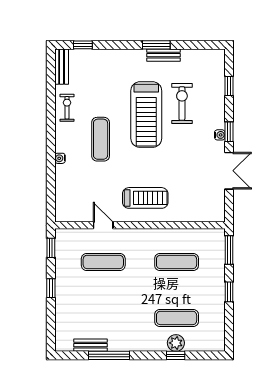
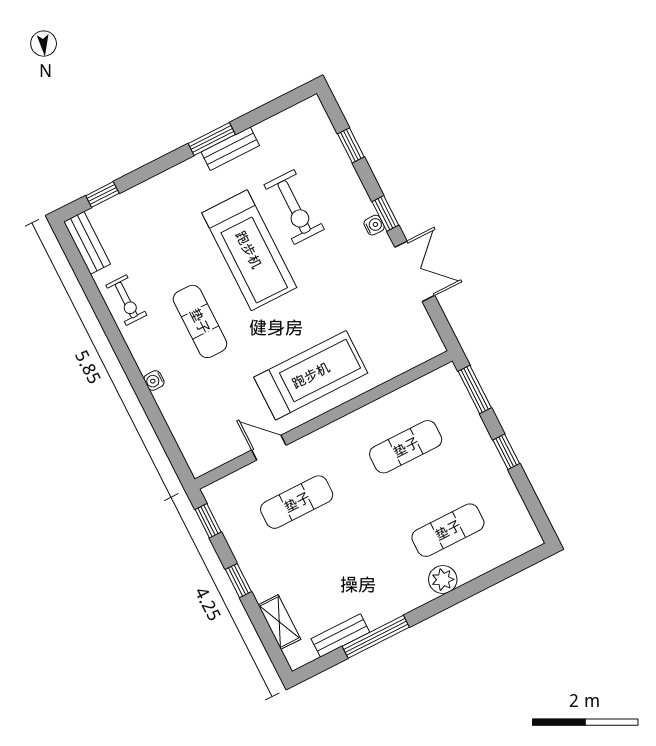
exercise bike: (182, 104) -> (294, 207), turned 180
exercise bike: (67, 108) -> (126, 300), turned 180
treadmill: (145, 198) -> (311, 375), width x1.37, depth x1.38
shelving: (62, 321) -> (279, 622), added
plant: (176, 343) -> (443, 580), moved
window: (176, 355) -> (475, 587), removed

